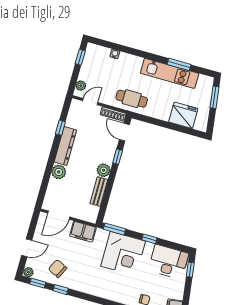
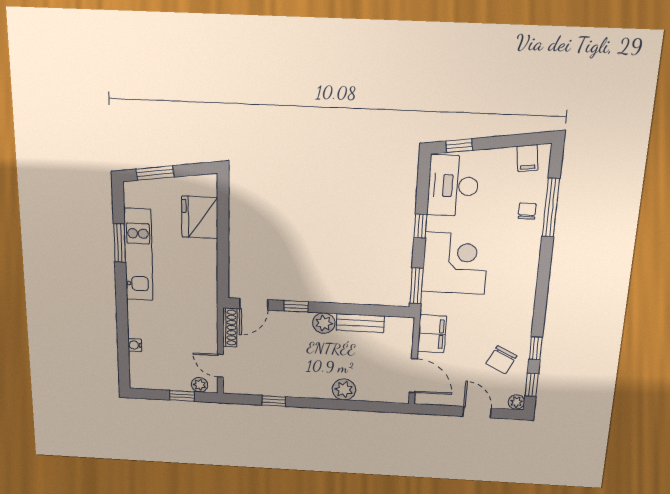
window: (80, 57) -> (182, 396), moved
cafe table: (132, 99) -> (197, 305), removed
dresser: (65, 146) -> (300, 388), removed

